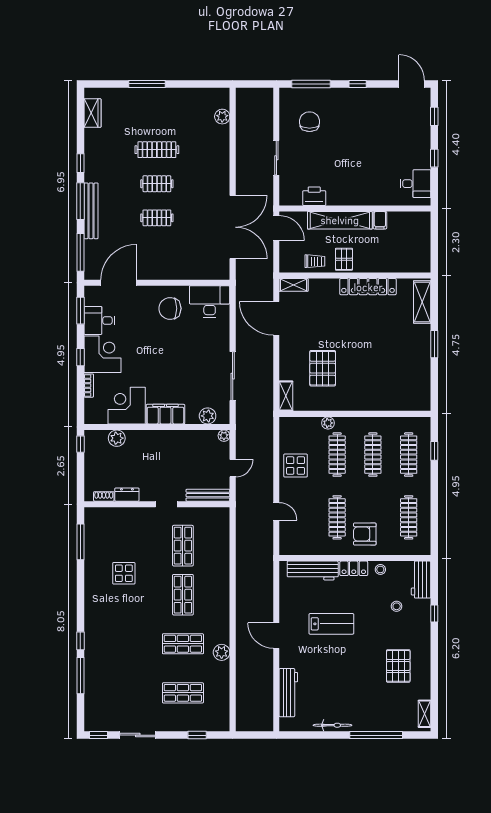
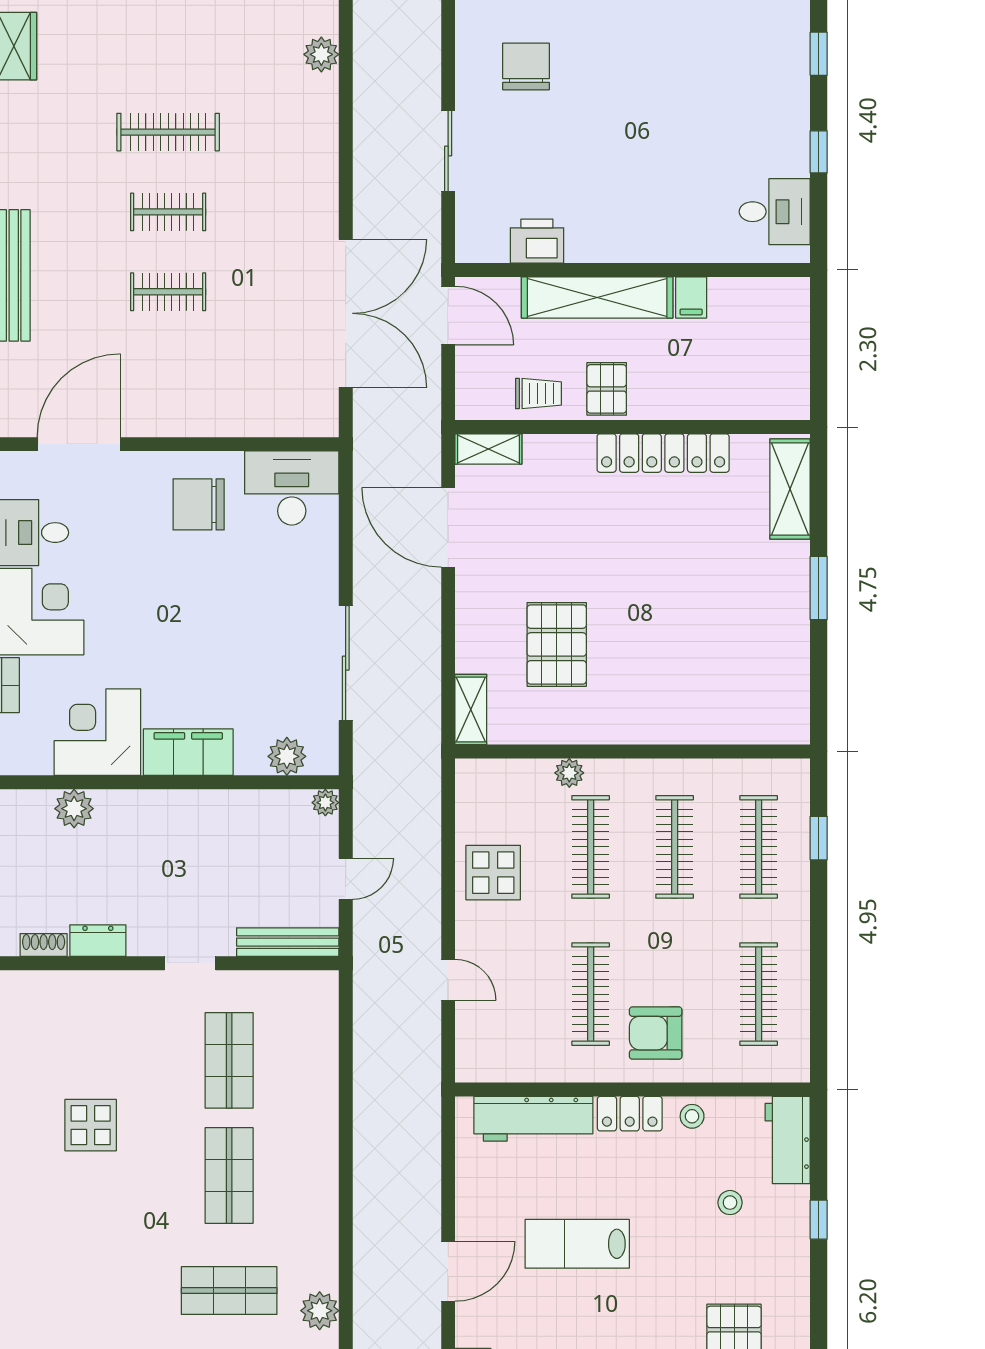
lab bench: (331, 624) -> (577, 1244), turned 180
door: (276, 636) -> (448, 1271), swing flipped

